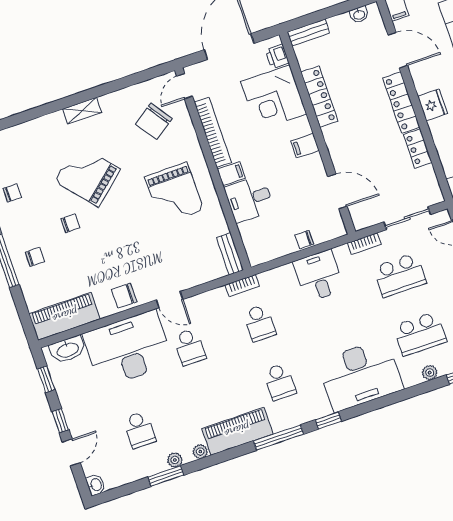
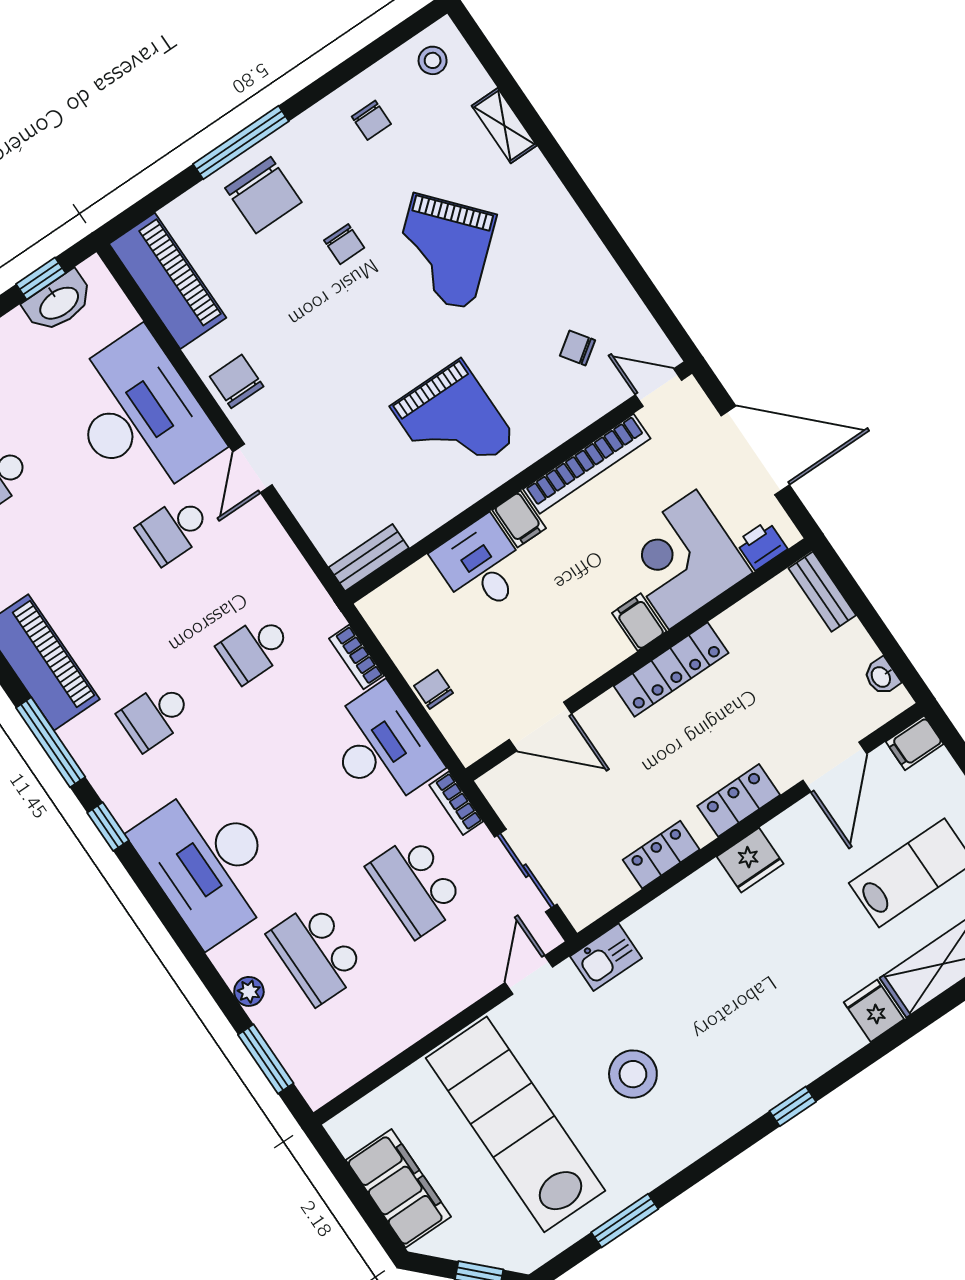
locker: (319, 97) -> (671, 669), moved
locker: (401, 103) -> (739, 800), width x0.66
shelving: (82, 111) -> (504, 126), moved
chair: (154, 121) -> (577, 348), width x0.54, depth x0.54
filing cabinet: (305, 146) -> (639, 622), moved
grand piano: (87, 175) -> (443, 252), turned 180
door: (337, 191) -> (540, 727), hinge flipped
grand piano: (174, 193) -> (453, 423), turned -89
chair: (35, 257) -> (263, 195), width x1.87, depth x1.87
desk: (319, 276) -> (381, 747), width x1.37
bookcase: (242, 286) -> (357, 657), moved
washbasin: (67, 350) -> (59, 302), moved, turned -90

